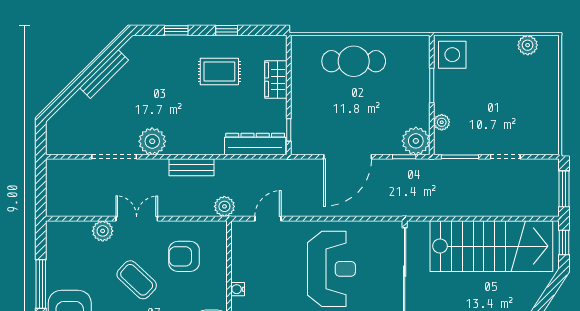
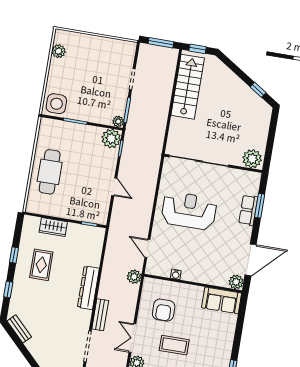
bench: (104, 74) -> (19, 329), moved, width x0.73
plant: (442, 122) -> (118, 121), moved
plant: (152, 141) -> (81, 319), removed
dresser: (255, 144) -> (88, 288), moved
door: (348, 157) -> (114, 187), width x0.53
bench: (192, 167) -> (100, 315), moved
stairs: (491, 246) -> (188, 87), width x0.73, depth x0.66
coffee table: (137, 280) -> (174, 345), turned 47
water cooler: (238, 289) -> (176, 274), moved

